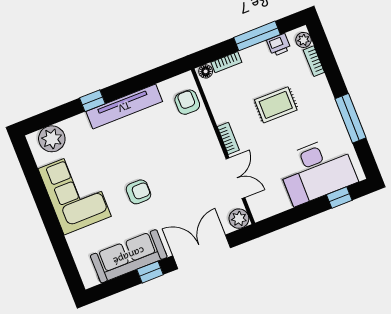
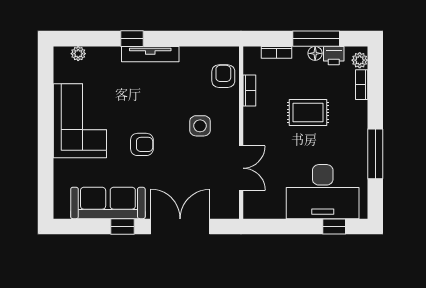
floor lamp: (206, 71) -> (315, 53), moved
tv unit: (124, 107) -> (150, 54), width x0.73, depth x0.78
bookcase: (228, 138) -> (249, 91), moved
plant: (52, 139) -> (78, 54), width x0.53, depth x0.53
side table: (184, 155) -> (200, 126), added
plant: (239, 219) -> (229, 209), removed

